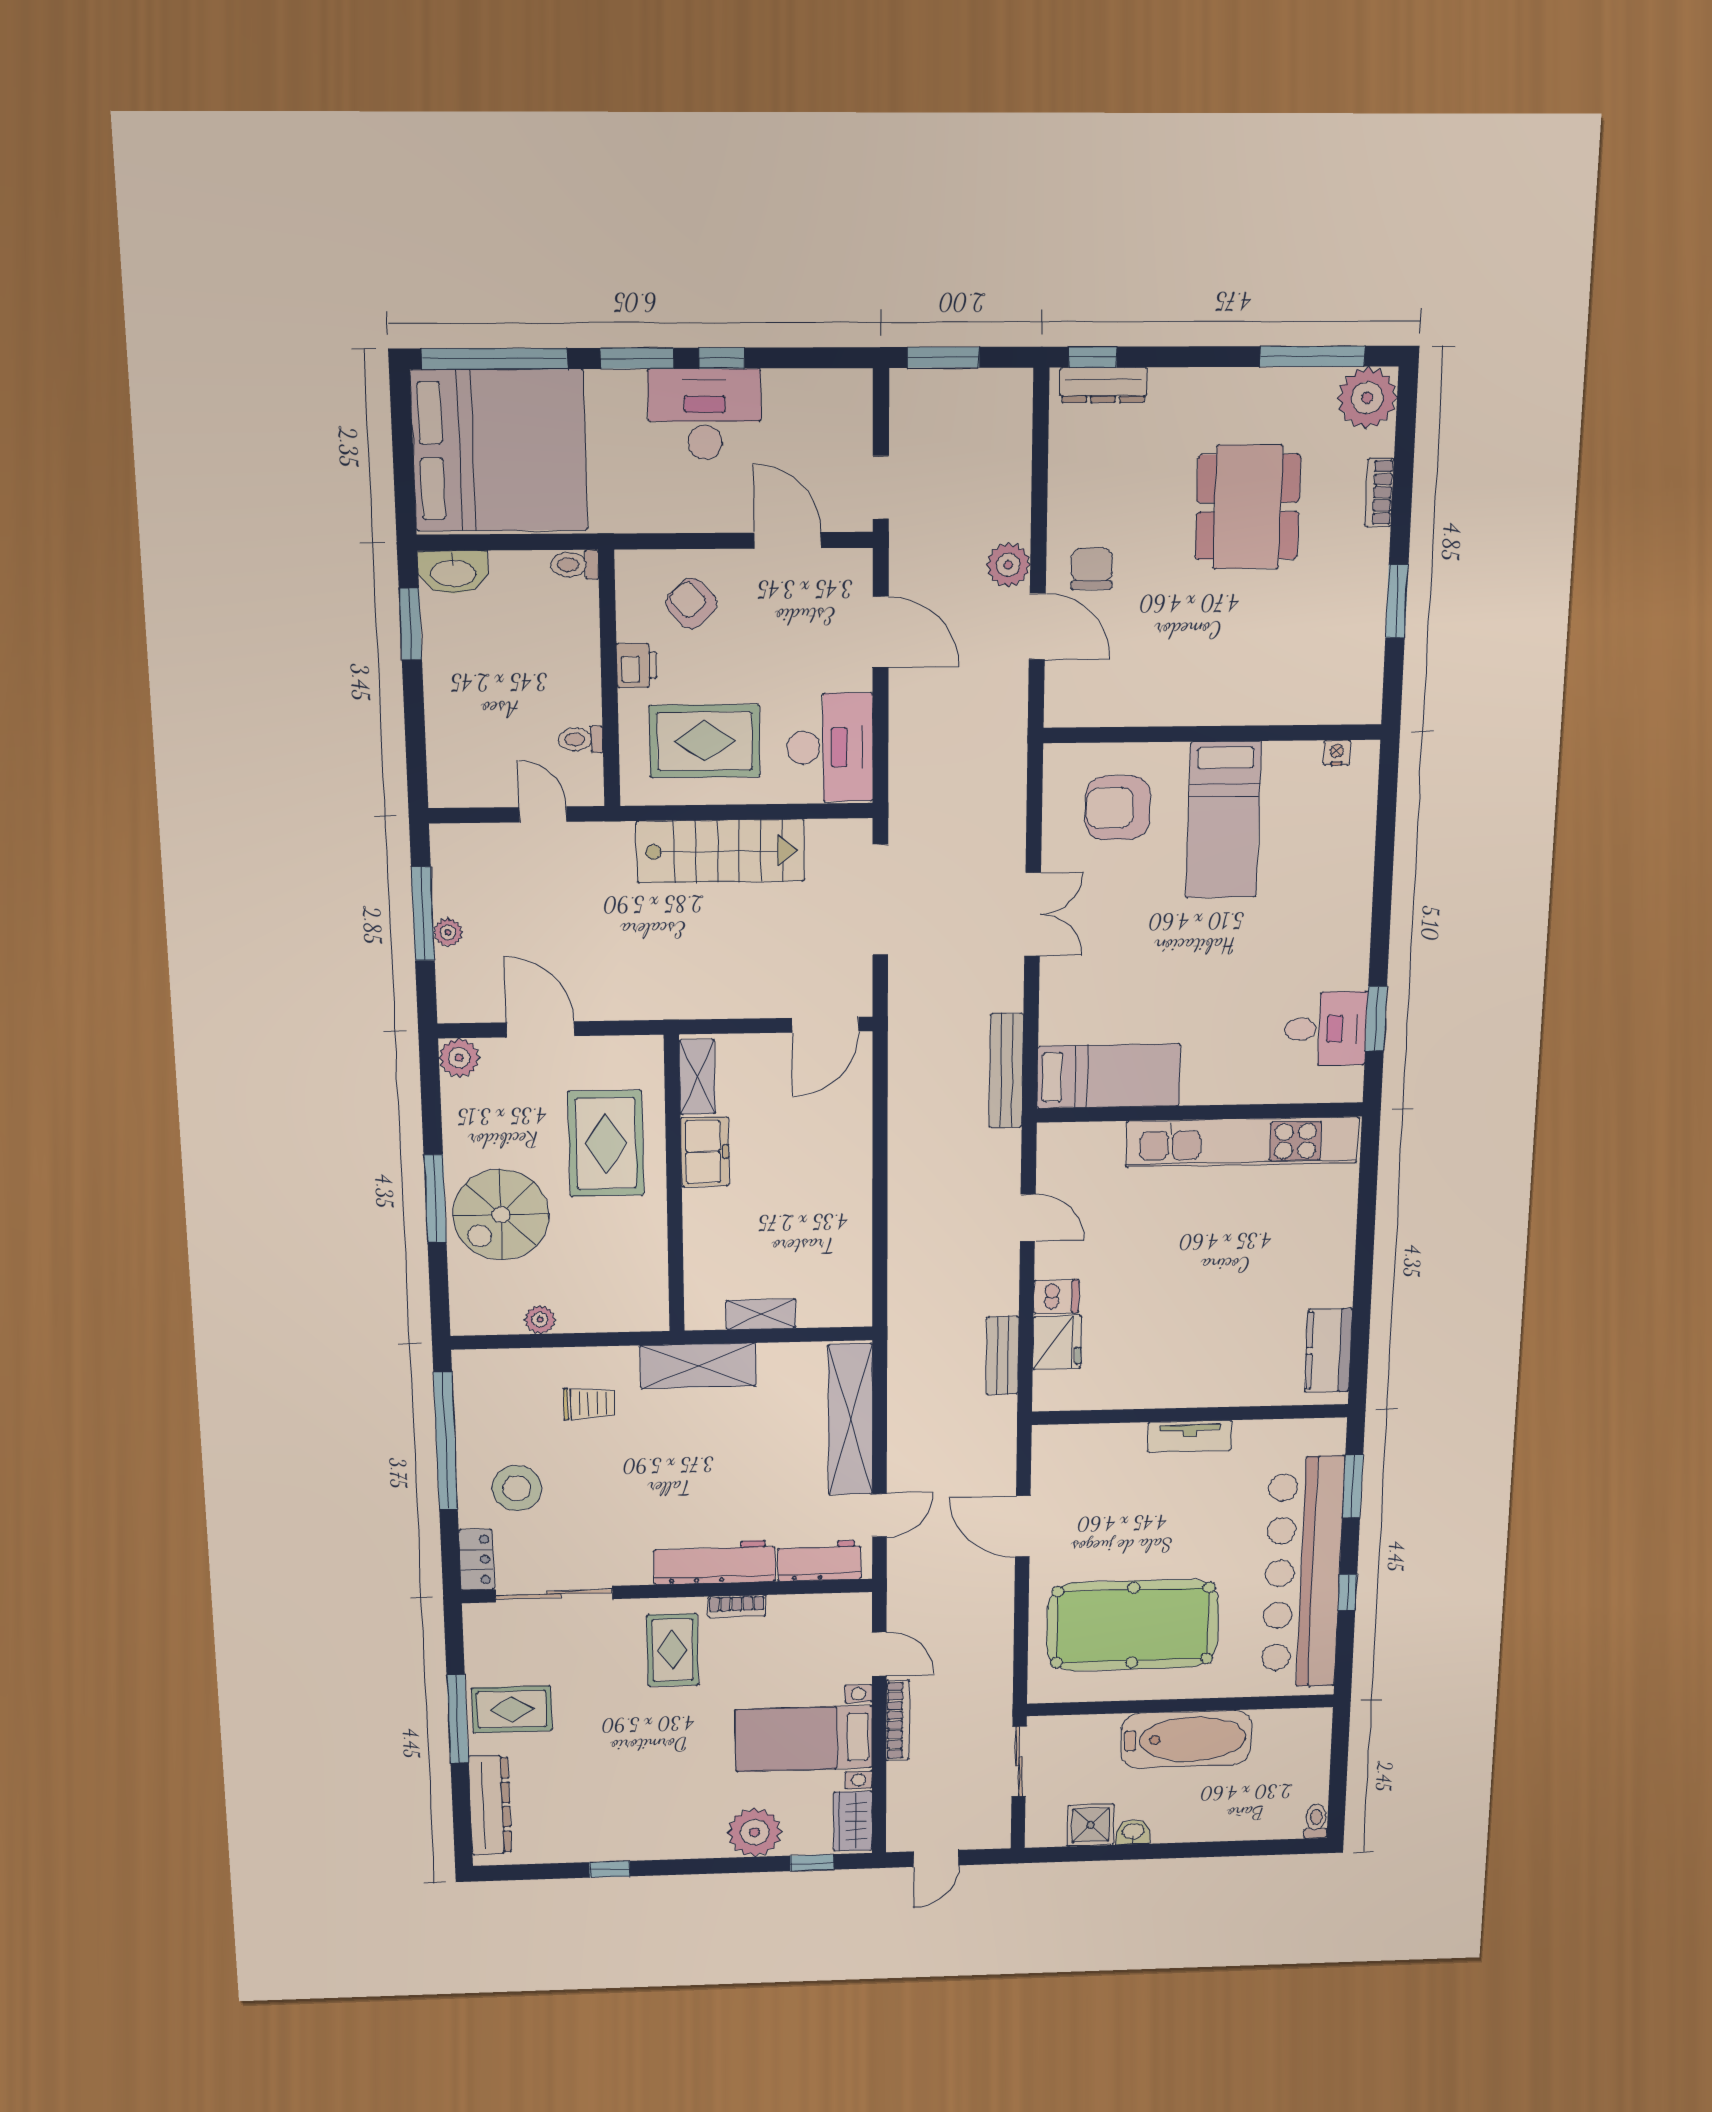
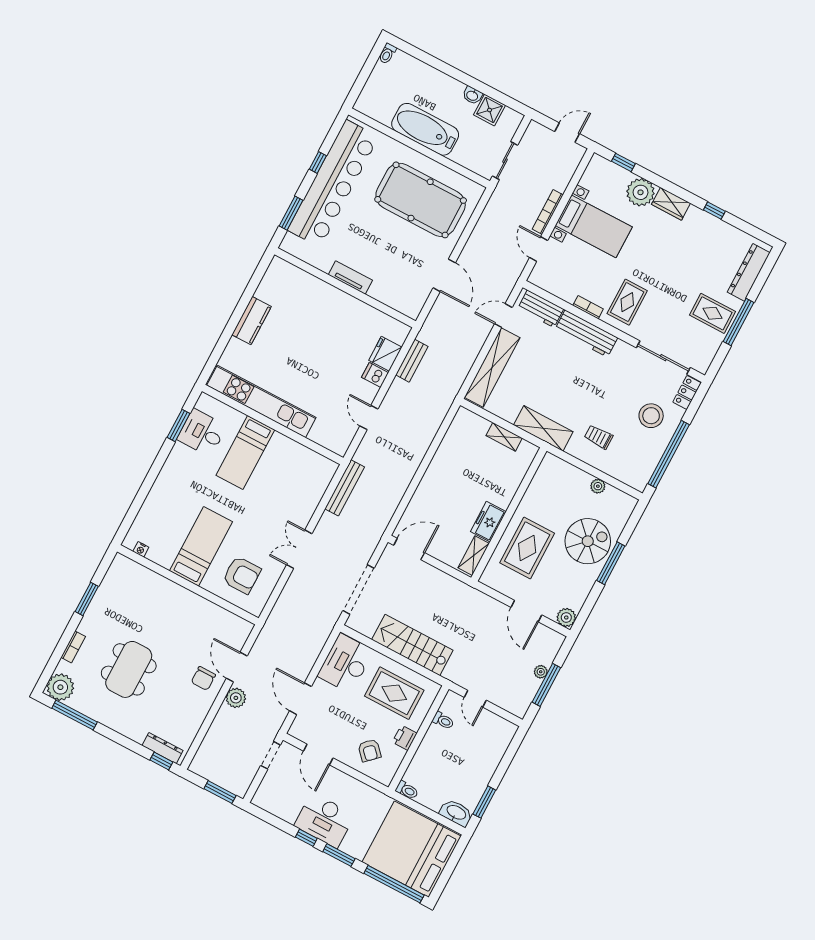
bed: (1109, 1076) -> (245, 452), moved, turned -90
kitchen counter: (1329, 1350) -> (251, 321), moved
wardrobe: (853, 1821) -> (671, 204), moved, turned 90

